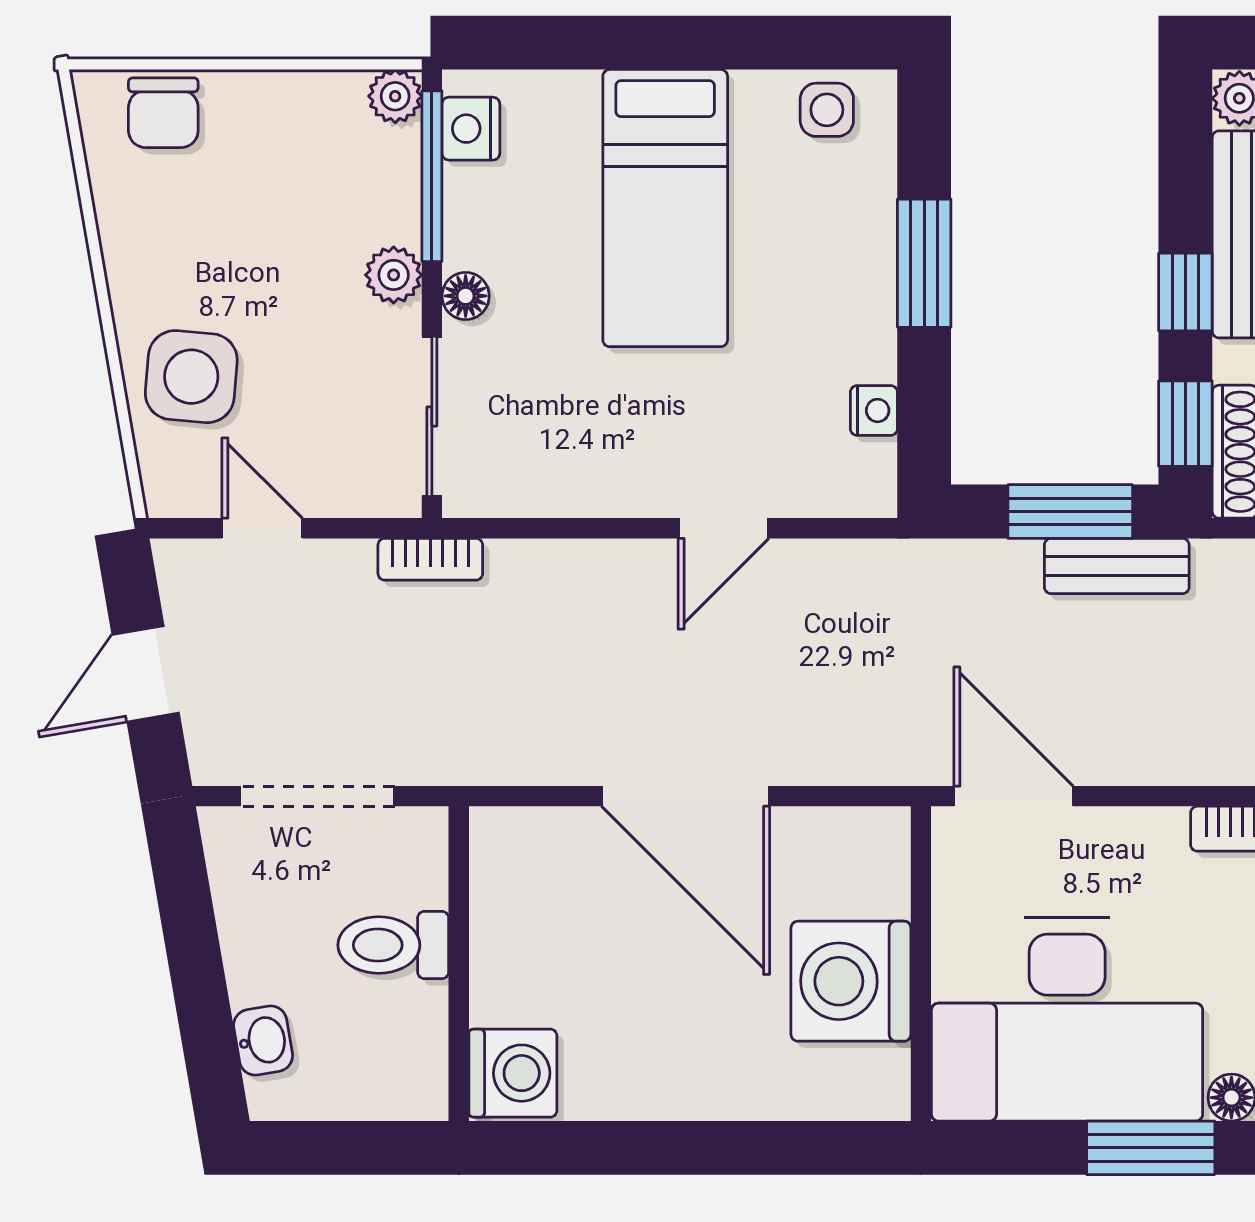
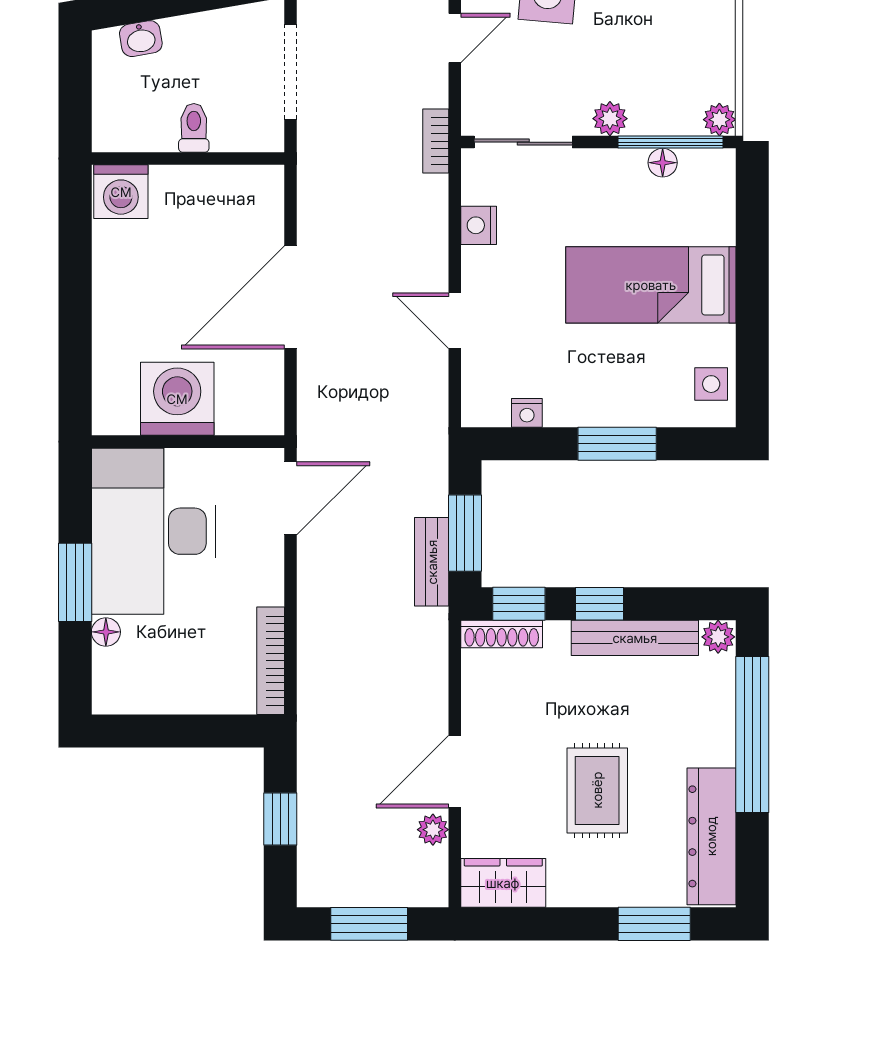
nightstand: (471, 129) -> (479, 225), moved, turned -90
floor lamp: (466, 296) -> (663, 163), moved
toilet: (393, 945) -> (194, 128), width x0.73, depth x0.72

